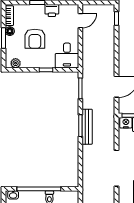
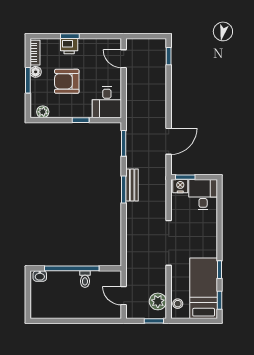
printer: (52, 11) -> (69, 46), moved
door: (80, 21) -> (124, 59), swing flipped
armchair: (35, 39) -> (67, 81), turned 90
bench: (87, 127) -> (132, 185), width x0.73

